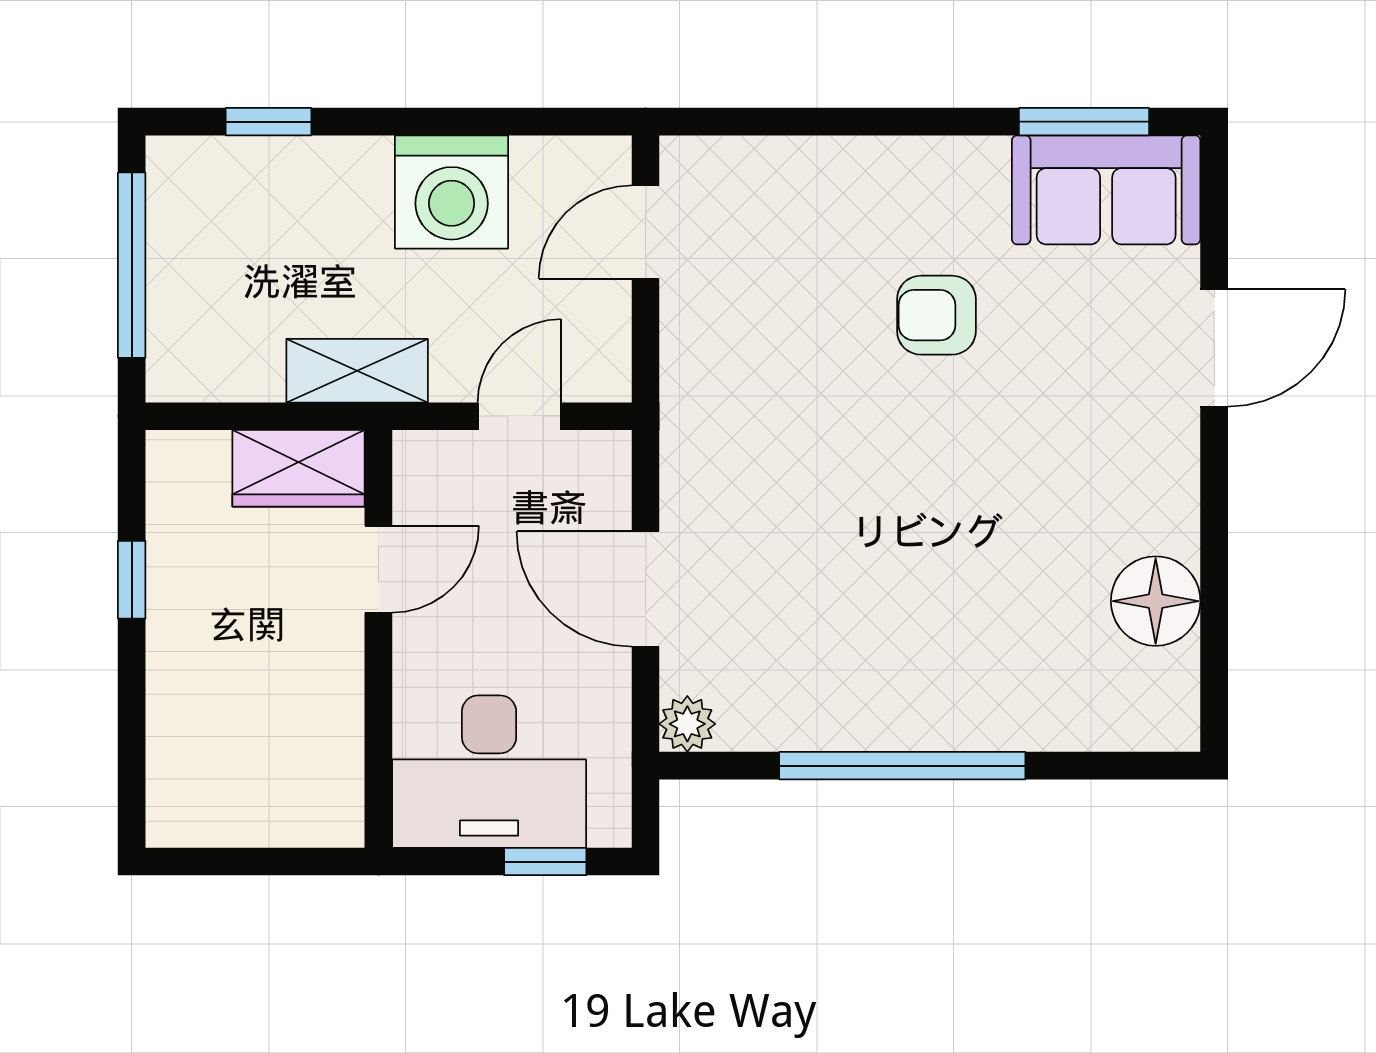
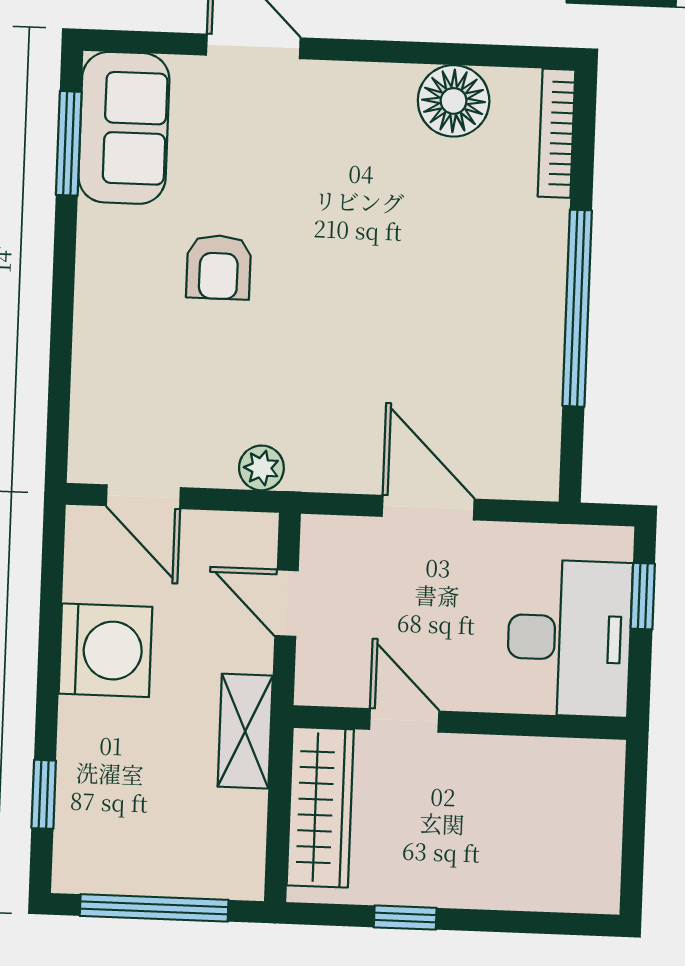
wardrobe: (299, 468) -> (320, 807), width x1.50
door: (646, 589) -> (428, 508), swing flipped
plant: (687, 724) -> (261, 468), moved
bookcase: (1120, 731) -> (556, 133), added

